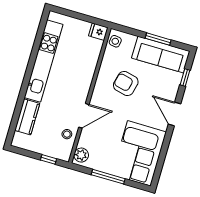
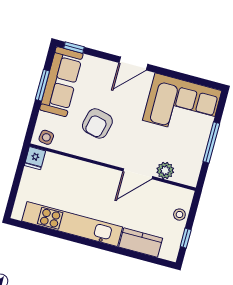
window: (185, 78) -> (74, 48), moved
door: (84, 116) -> (138, 174), swing flipped
stool: (67, 134) -> (179, 215), moved
plant: (81, 155) -> (165, 170), moved
window: (48, 159) -> (186, 238), moved

